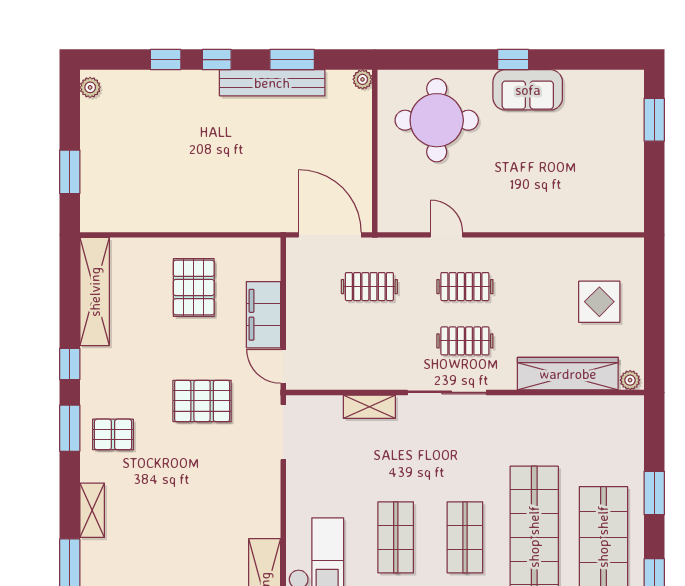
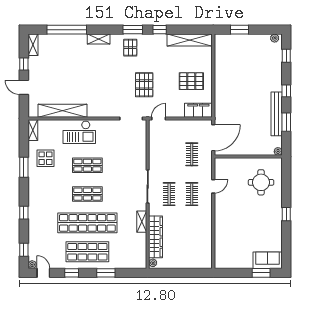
window: (166, 60) -> (286, 56), moved
sofa: (528, 90) -> (268, 260), moved, turned 90
round table: (437, 120) -> (261, 182), width x0.73, depth x0.73
display table: (599, 302) -> (185, 250), removed
filing cabinet: (264, 315) -> (198, 110), moved
shelving: (369, 407) -> (142, 222), moved

